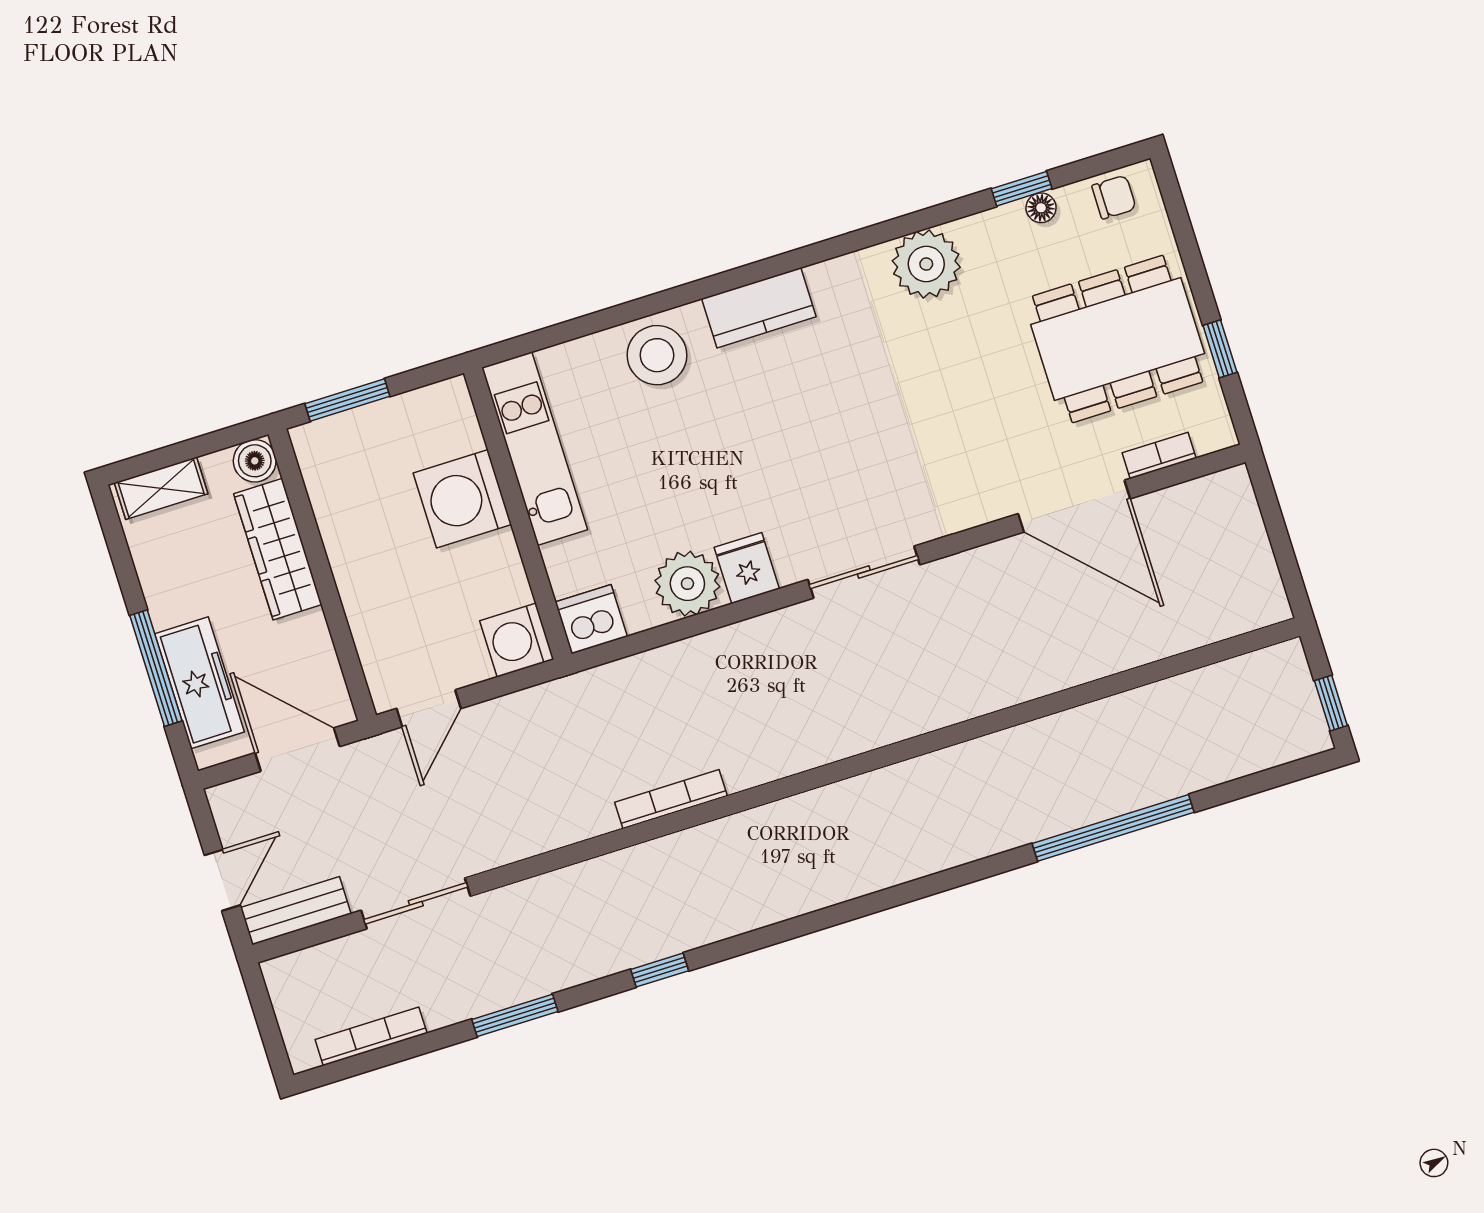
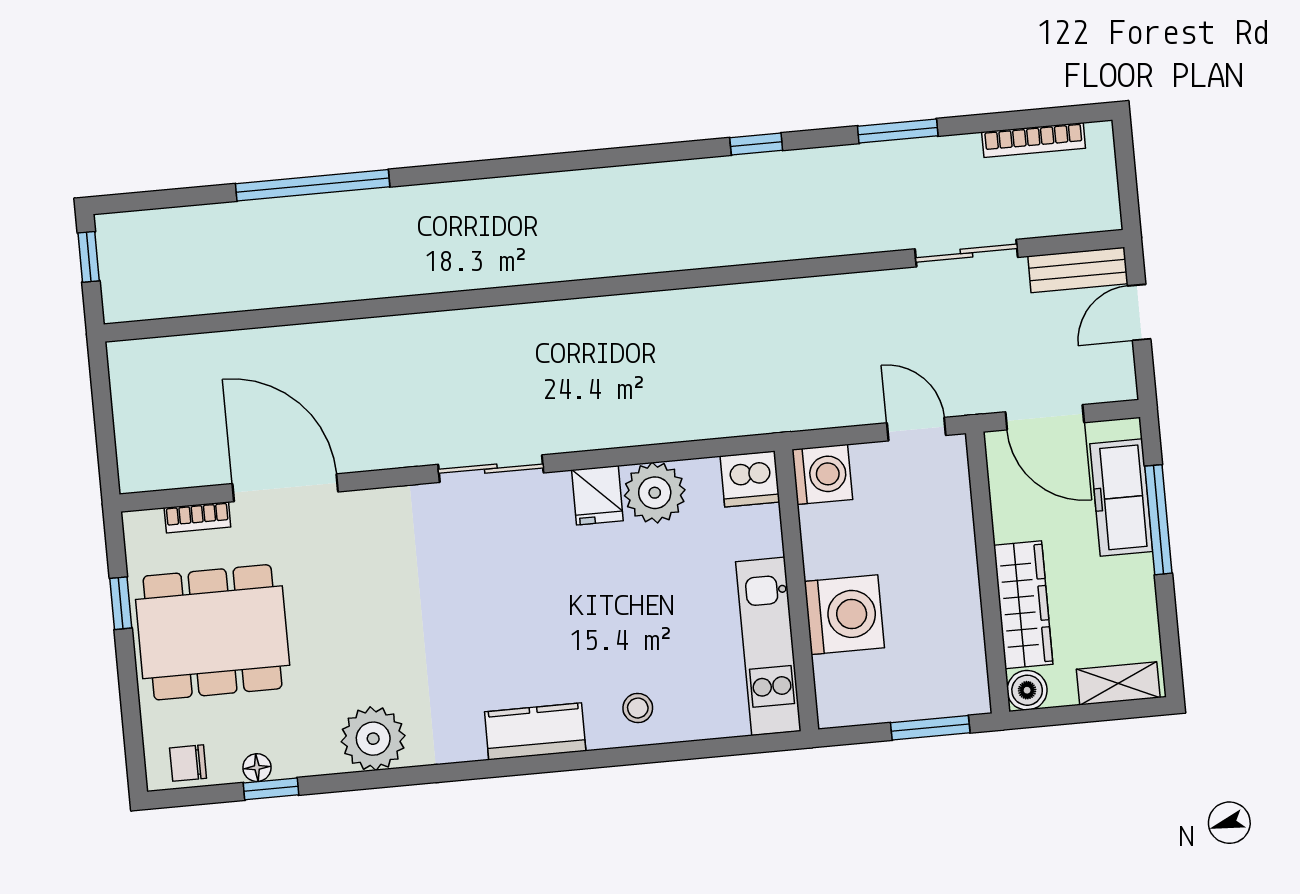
stool: (657, 355) -> (638, 708), width x0.53, depth x0.53
door: (429, 708) -> (916, 429), hinge flipped
bookcase: (671, 799) -> (712, 298), removed

